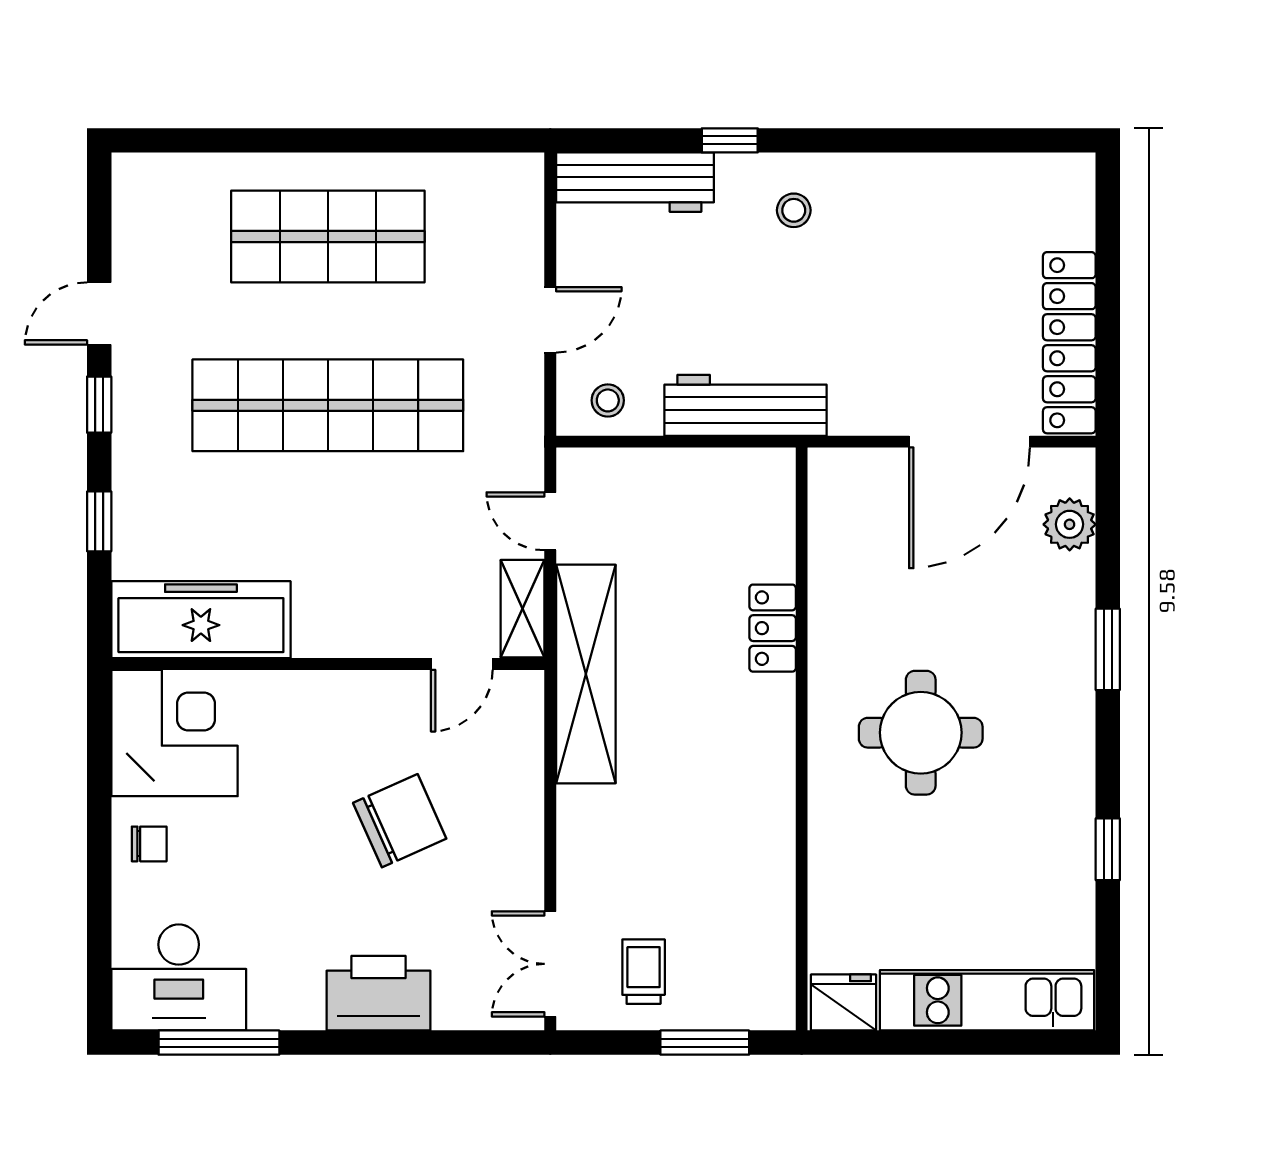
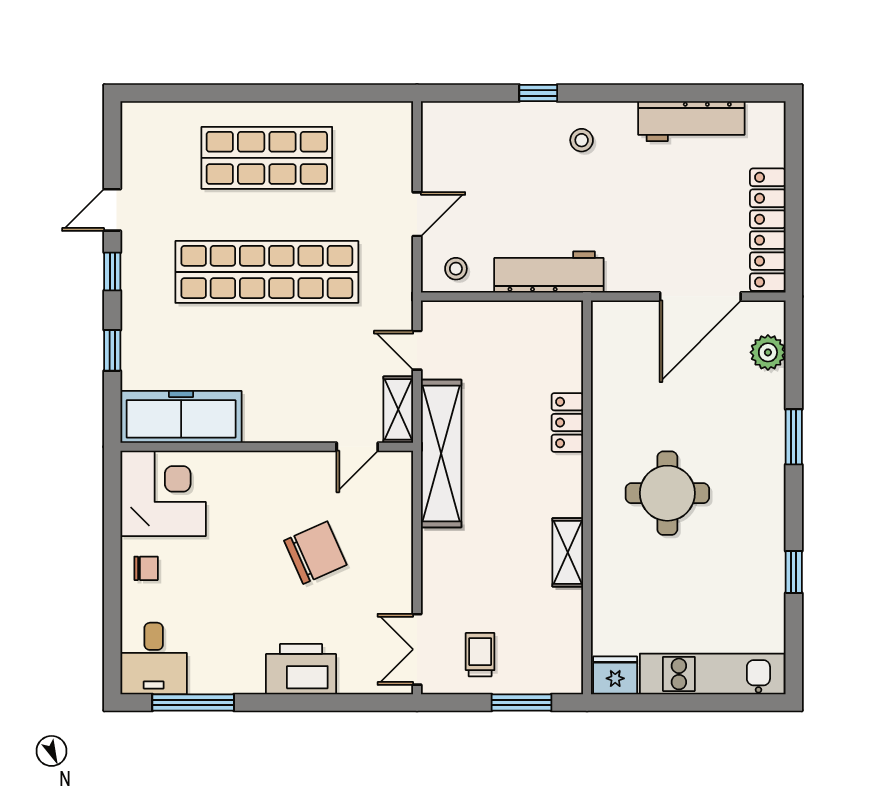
workbench: (635, 182) -> (691, 121), moved
shelving: (773, 820) -> (568, 552), added
desk: (179, 977) -> (154, 659), width x0.73

